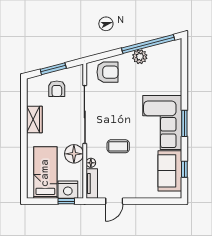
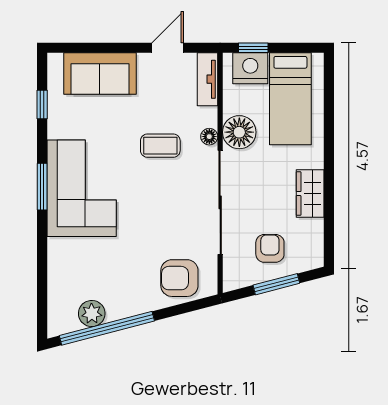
plant: (140, 57) -> (92, 314), moved
floor lamp: (91, 163) -> (209, 137), moved
sofa: (170, 171) -> (100, 74), moved, turned 90

